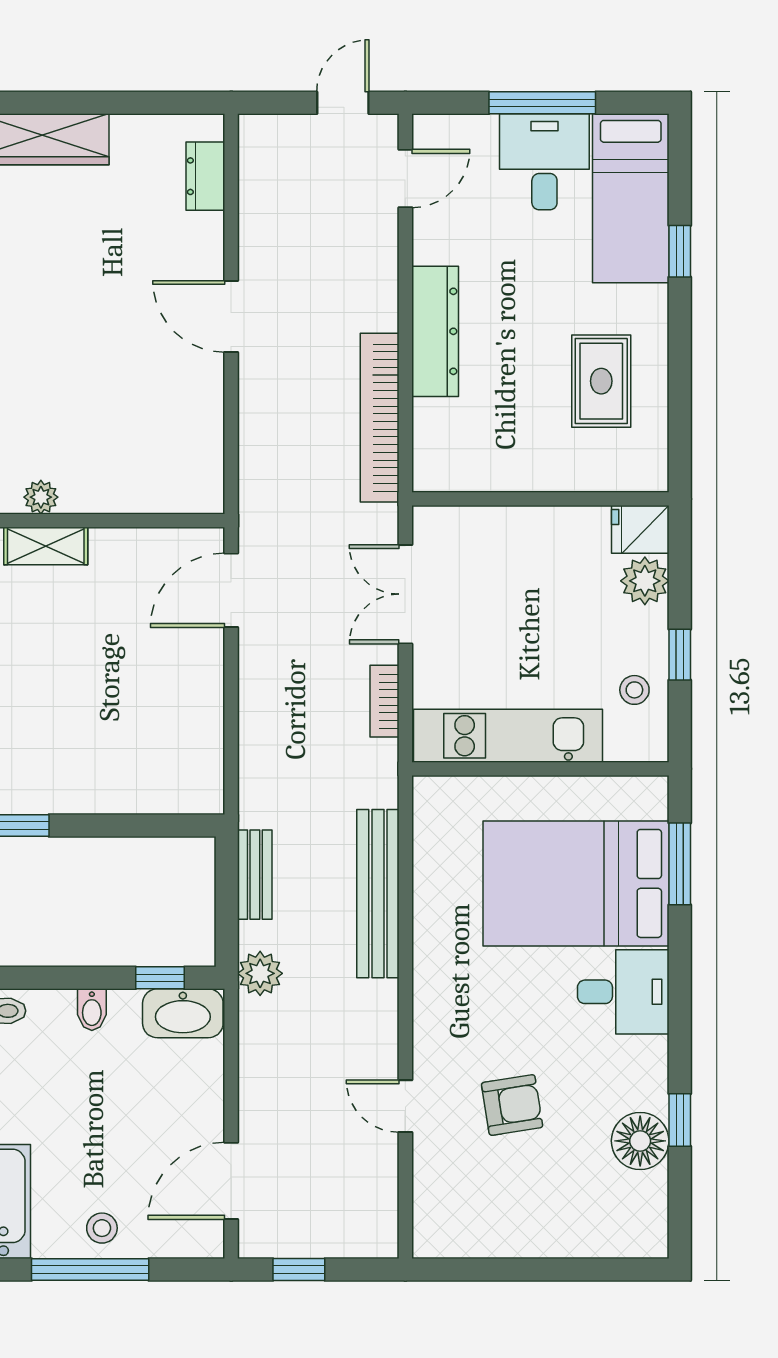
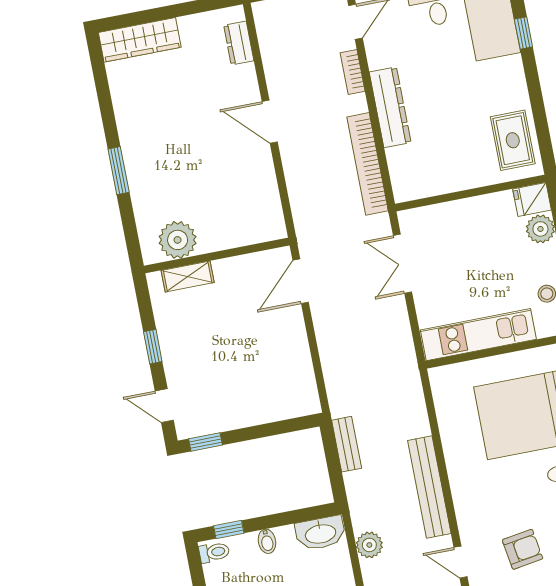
rug: (601, 381) -> (513, 140), moved
plant: (41, 497) -> (178, 240), width x1.88, depth x1.88
bookcase: (384, 701) -> (353, 72), moved
bench: (378, 894) -> (429, 487), moved
plant: (260, 973) -> (369, 545), moved
window: (160, 978) -> (229, 529), moved

